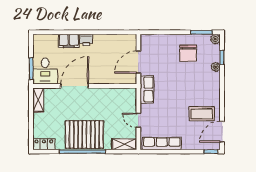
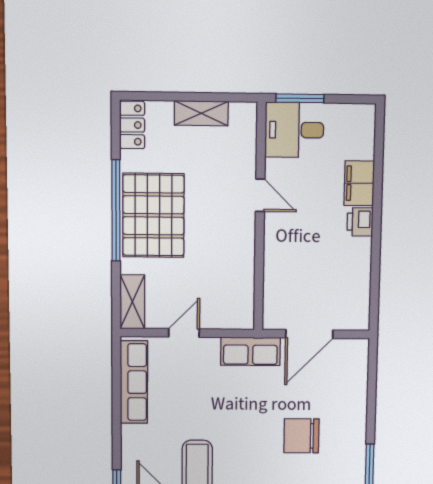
chair: (188, 53) -> (301, 436), moved
door: (138, 62) -> (309, 334), swing flipped
door: (75, 86) -> (260, 195), width x0.53
shelving: (38, 100) -> (201, 113), moved

